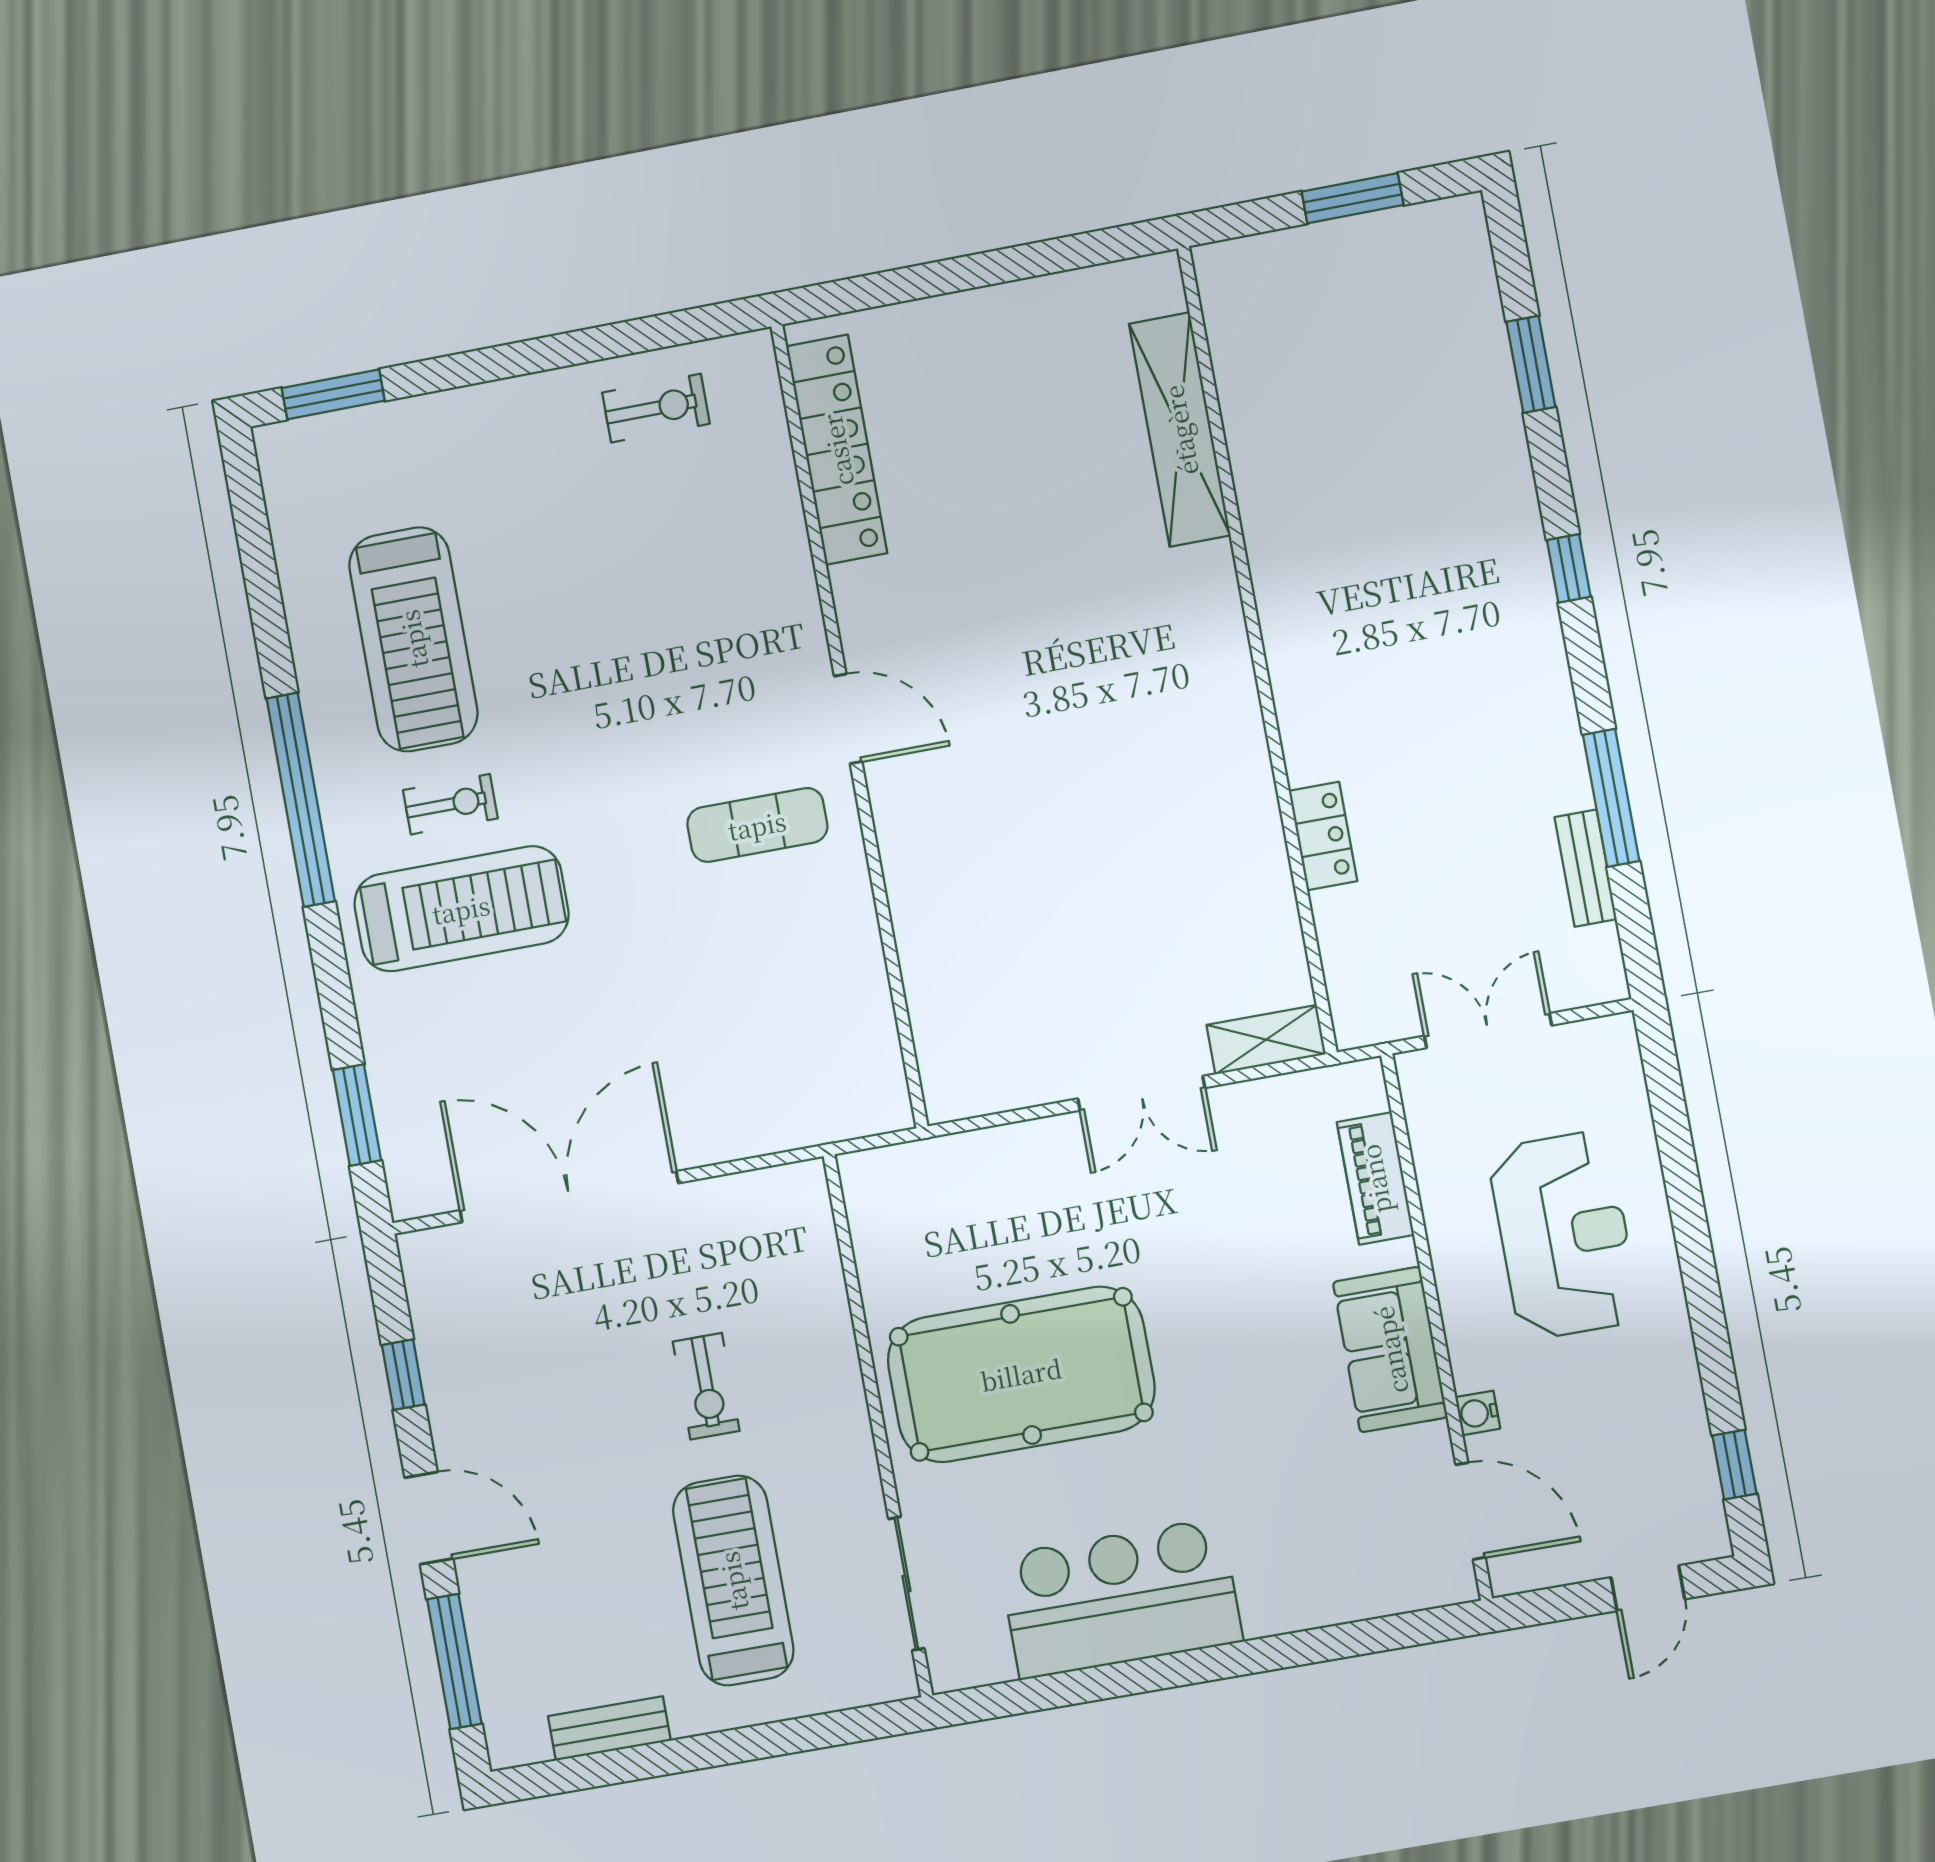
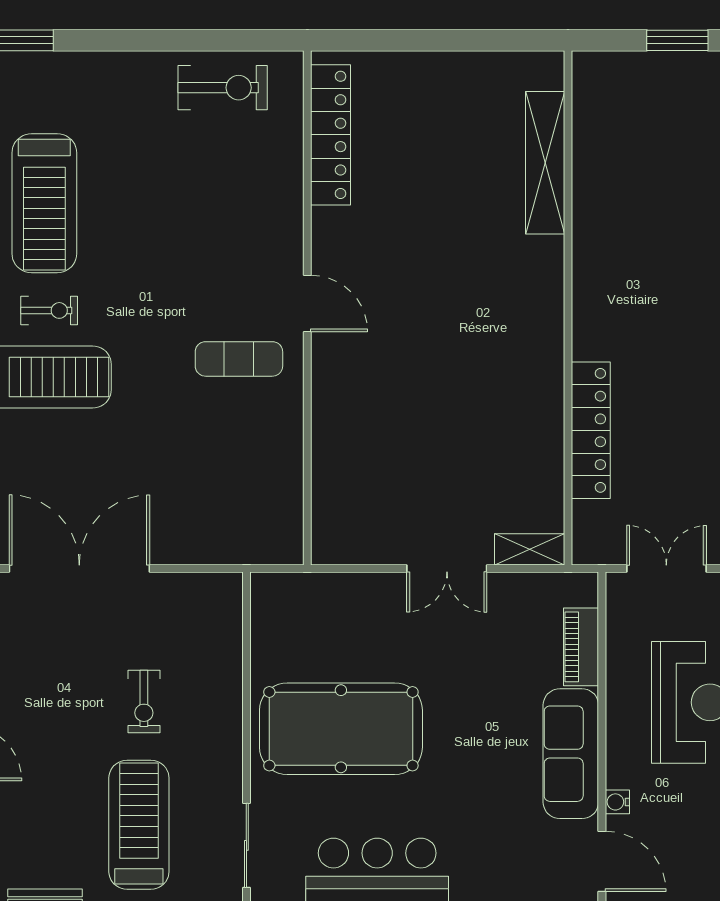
exercise bike: (656, 408) -> (223, 88), width x1.38, depth x1.39
locker: (1323, 836) -> (591, 430), width x2.16, depth x1.21
sofa: (1390, 1350) -> (571, 754), width x1.36

